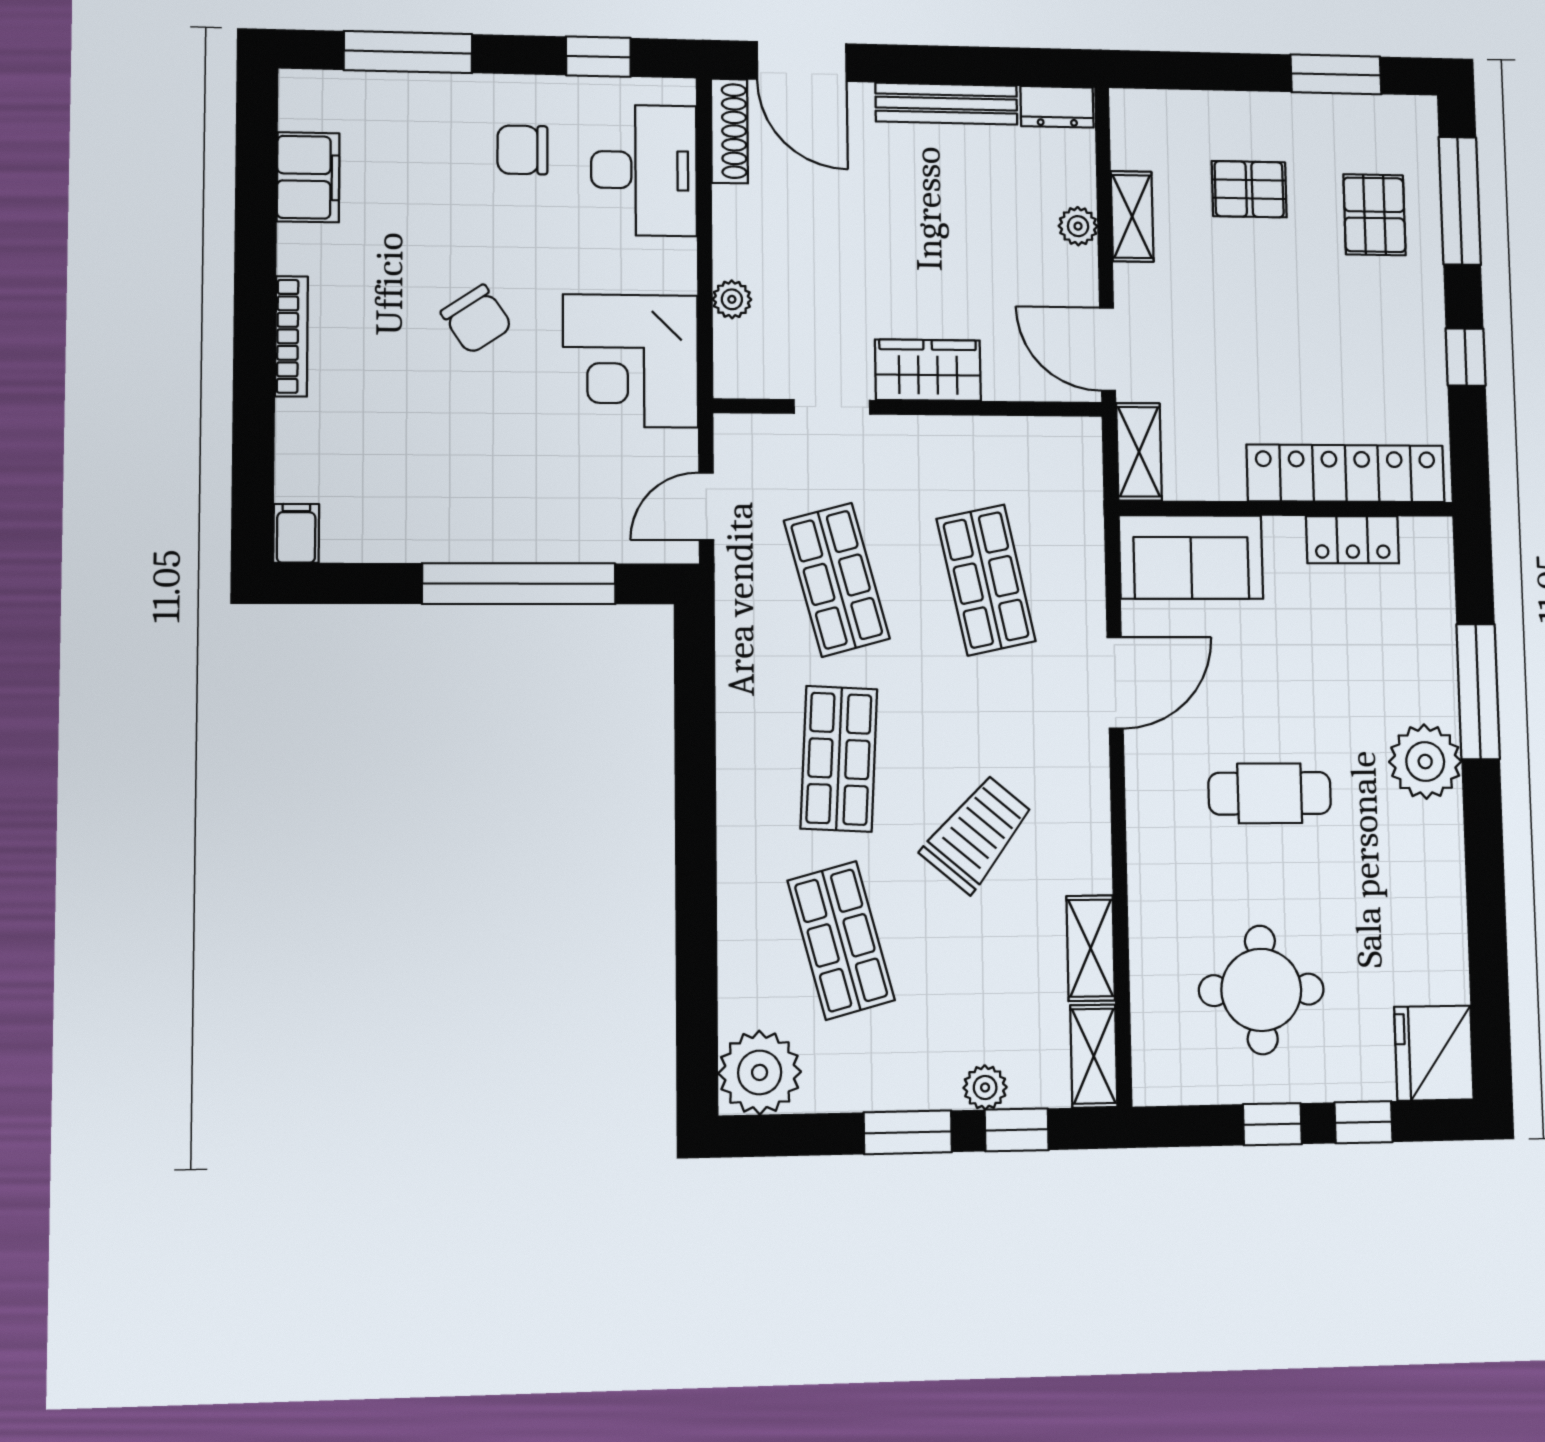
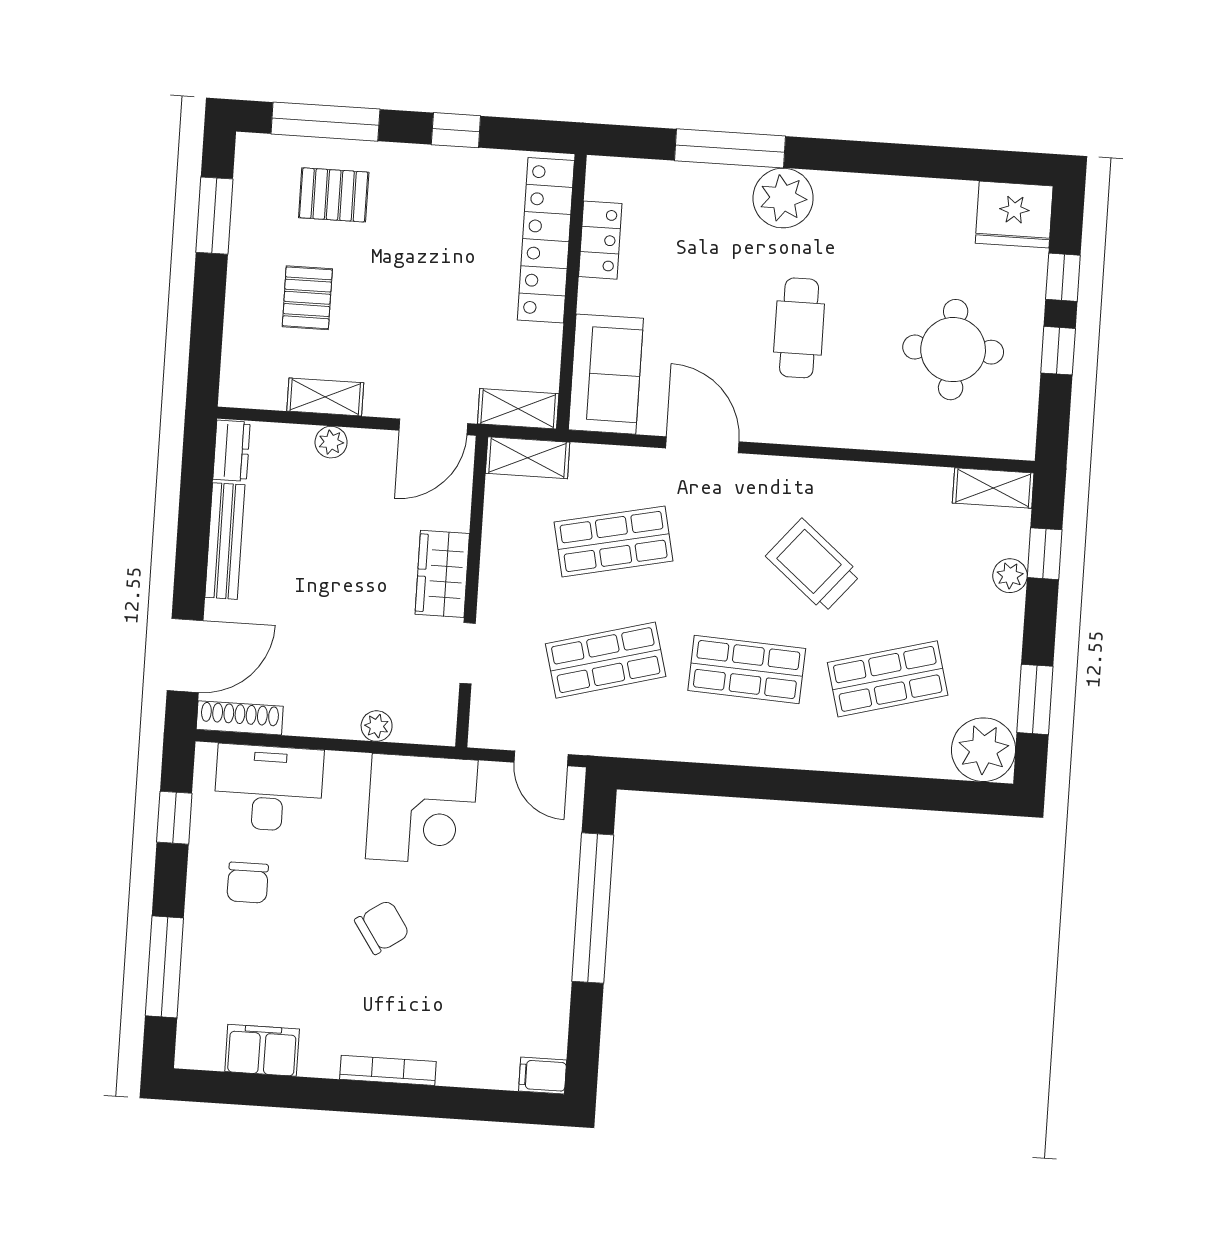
shelving: (1091, 948) -> (528, 458), moved
window: (908, 1132) -> (1035, 699), moved

